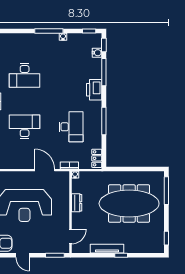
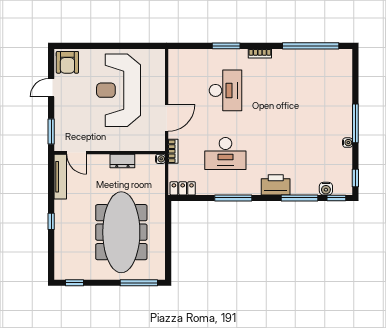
desk: (25, 75) -> (295, 90), removed
tv unit: (107, 249) -> (60, 177), moved

